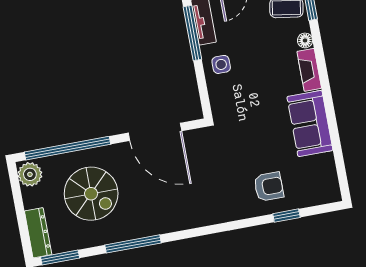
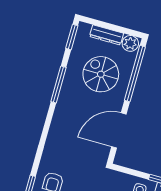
spiral stairs: (91, 194) -> (101, 74), turned 90
dresser: (38, 233) -> (107, 35), moved

